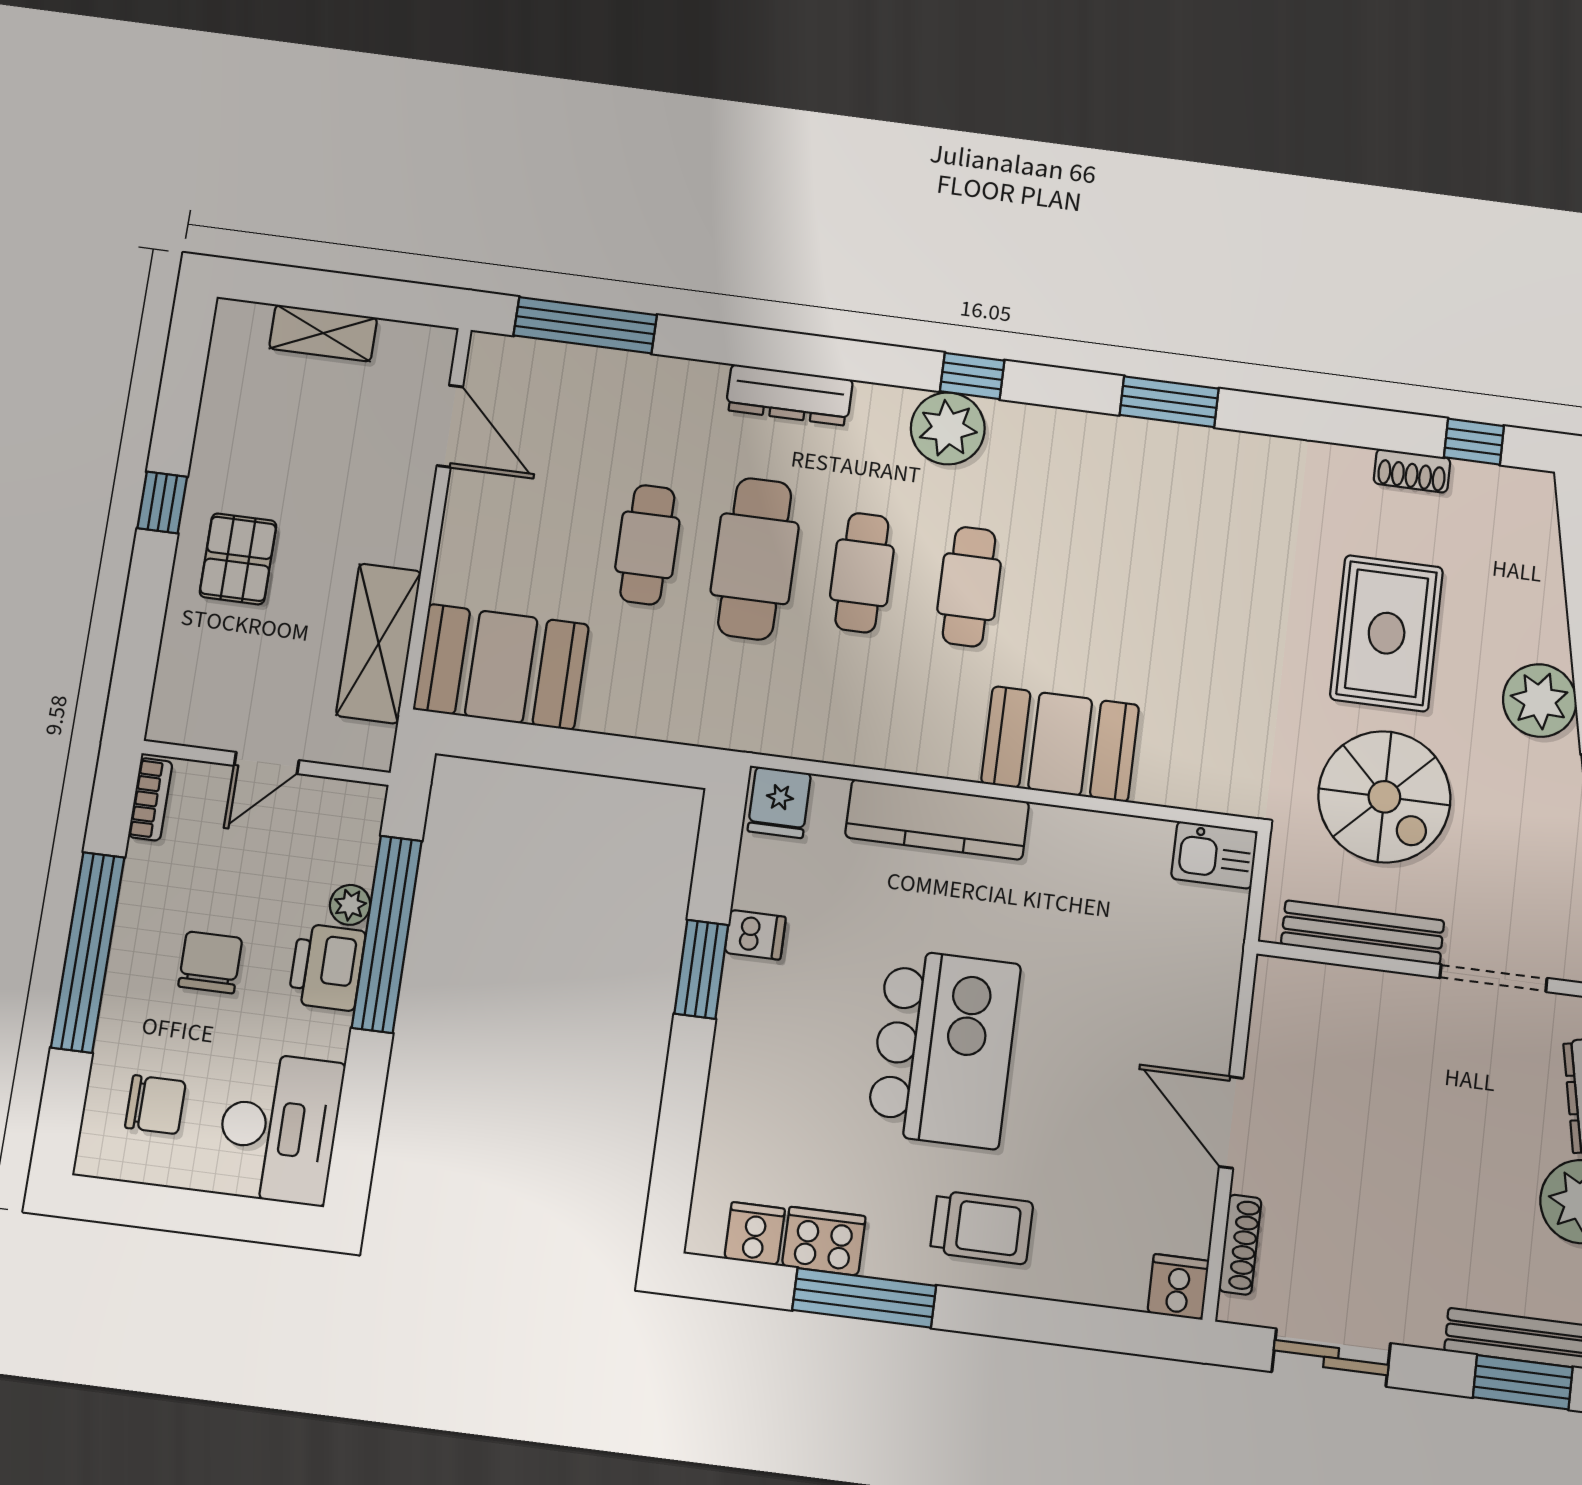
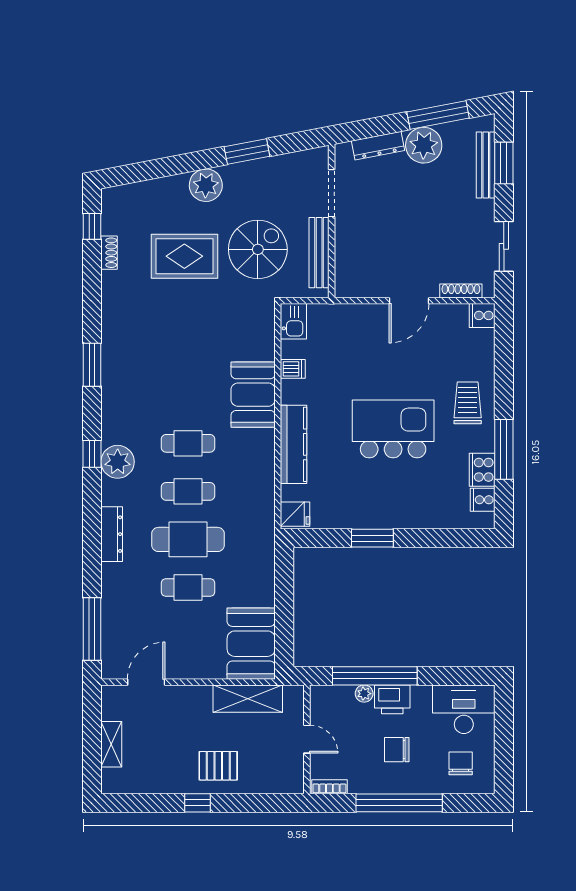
dishwasher: (755, 935) -> (293, 369), moved, turned 90

